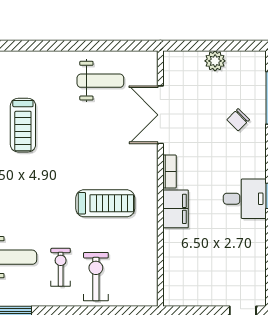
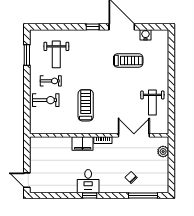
plant: (215, 61) -> (163, 152), moved
treadmill: (23, 125) -> (128, 60), turned 180
treadmill: (105, 203) -> (86, 105), turned 180

